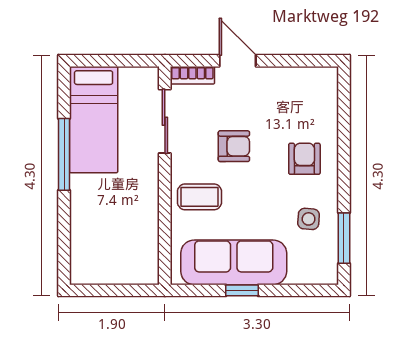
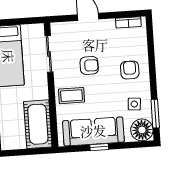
bookcase: (192, 75) -> (128, 22), moved
cot: (137, 243) -> (38, 124), added
floor lamp: (319, 265) -> (142, 130), added

